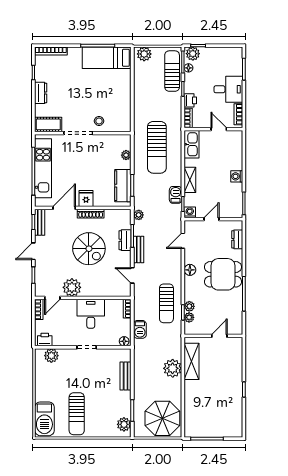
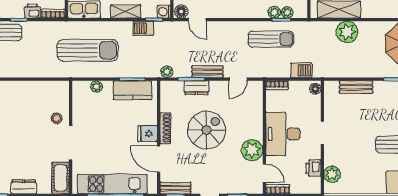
floor lamp: (190, 270) -> (181, 12), moved
desk: (91, 314) -> (283, 134), width x1.37
printer: (45, 340) -> (313, 168), moved

